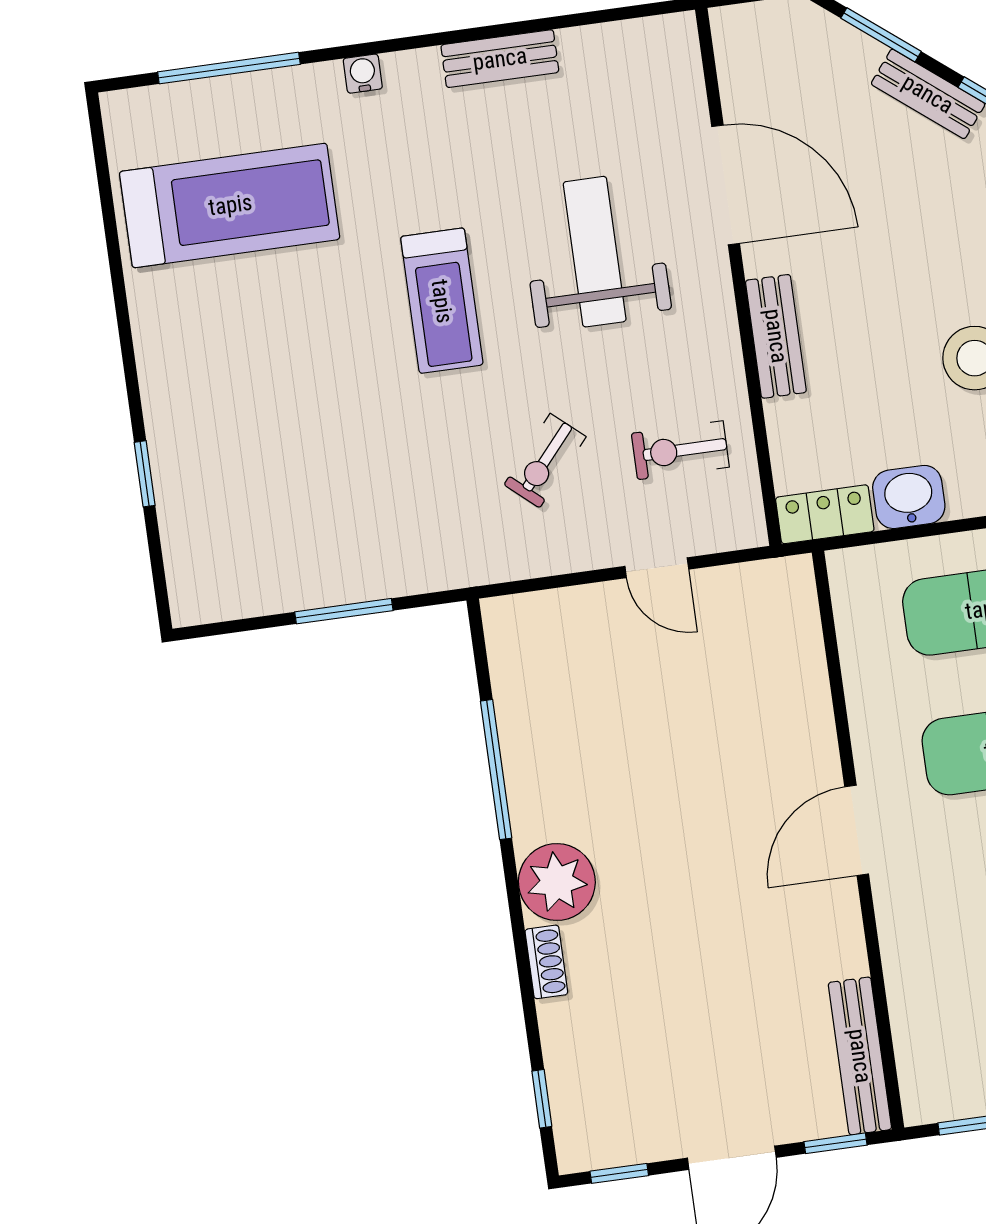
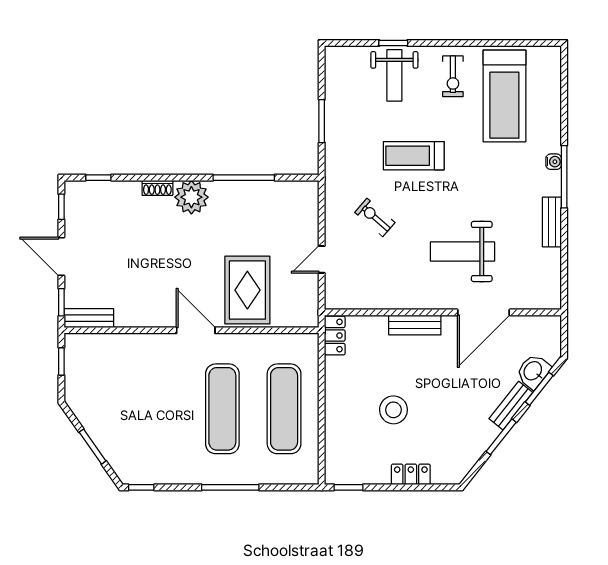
window: (229, 68) -> (564, 177), moved
weight bench: (595, 252) -> (462, 251), turned 180
treadmill: (442, 301) -> (414, 156), moved
exercise bike: (680, 450) -> (453, 76), moved, turned 180
weight bench: (217, 461) -> (394, 75), added
washbasin: (909, 497) -> (533, 371), moved, turned -142
rug: (749, 726) -> (247, 290), added
bench: (860, 1056) -> (89, 318), width x0.73

